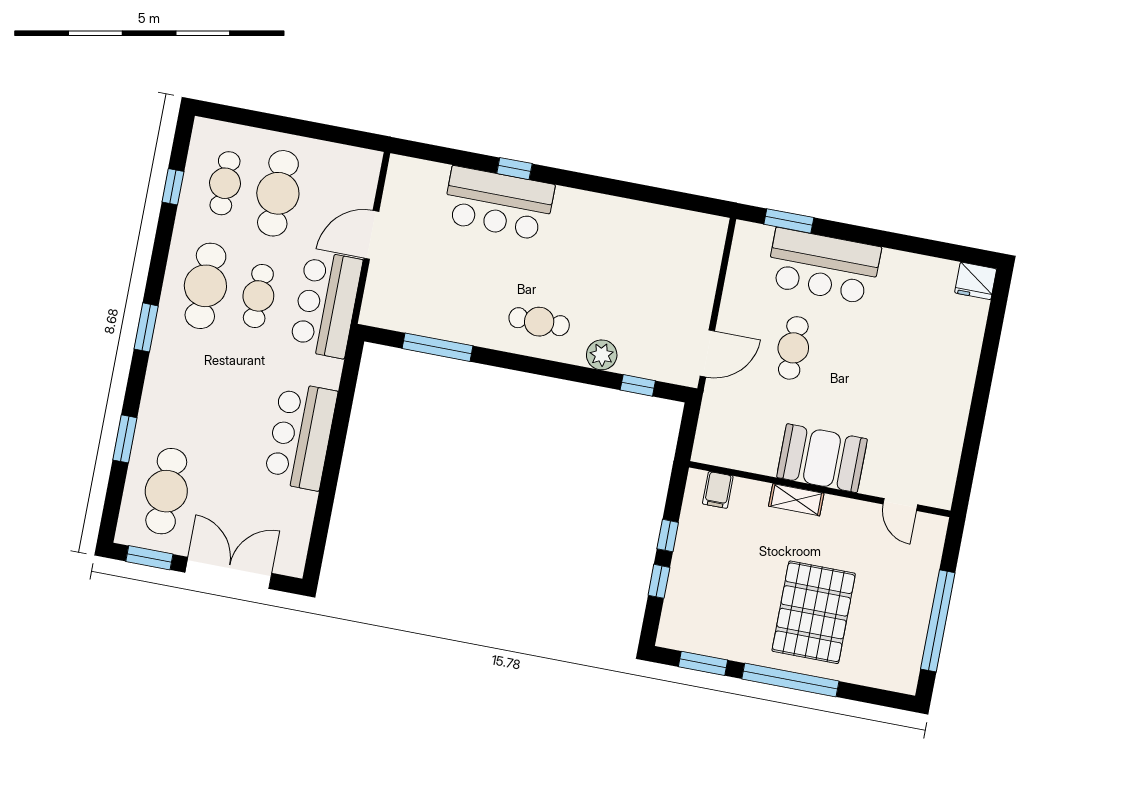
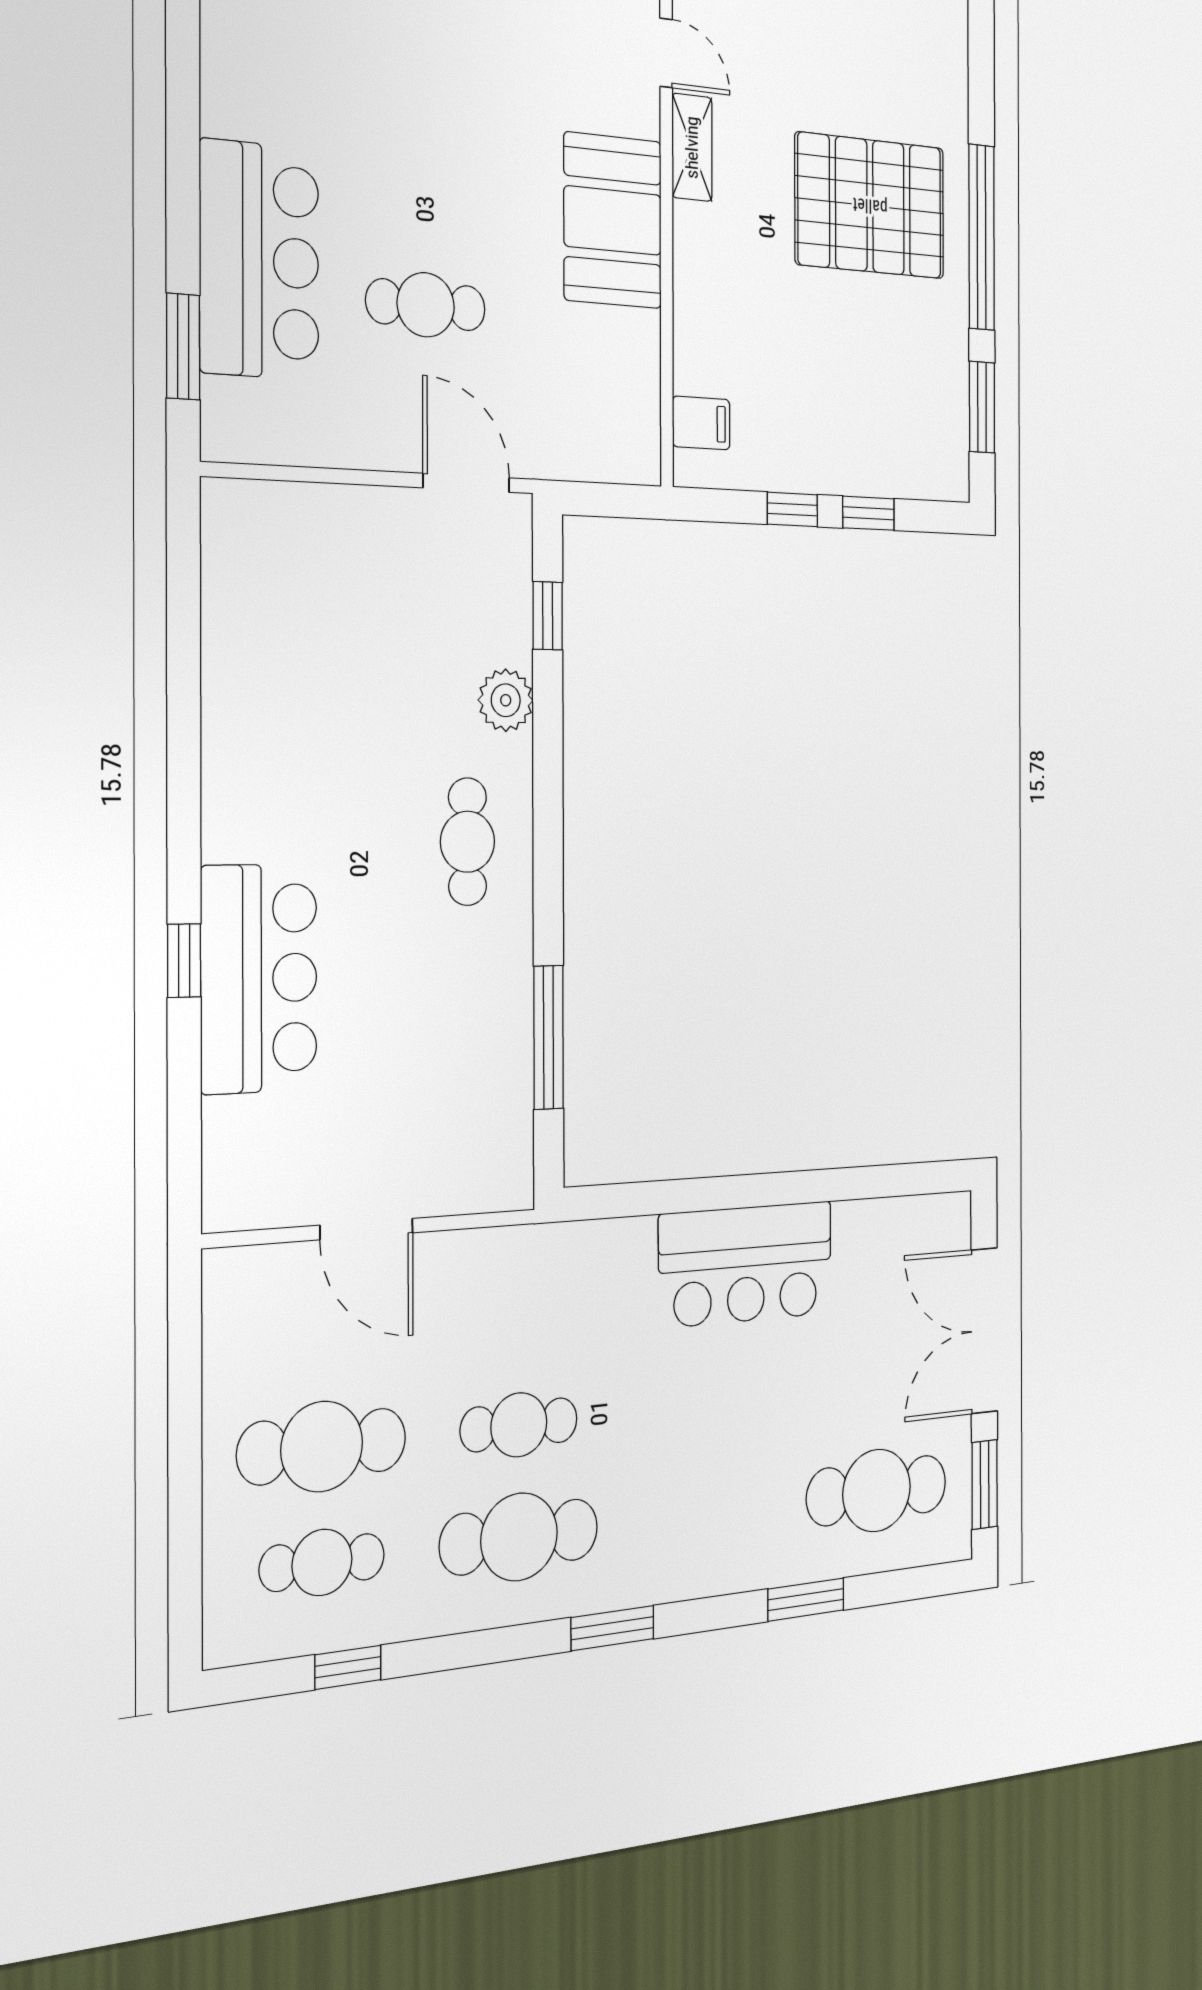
bar counter: (326, 304) -> (510, 1284), removed
shelving: (796, 500) -> (692, 147), moved
door: (900, 504) -> (666, 53), hinge flipped

